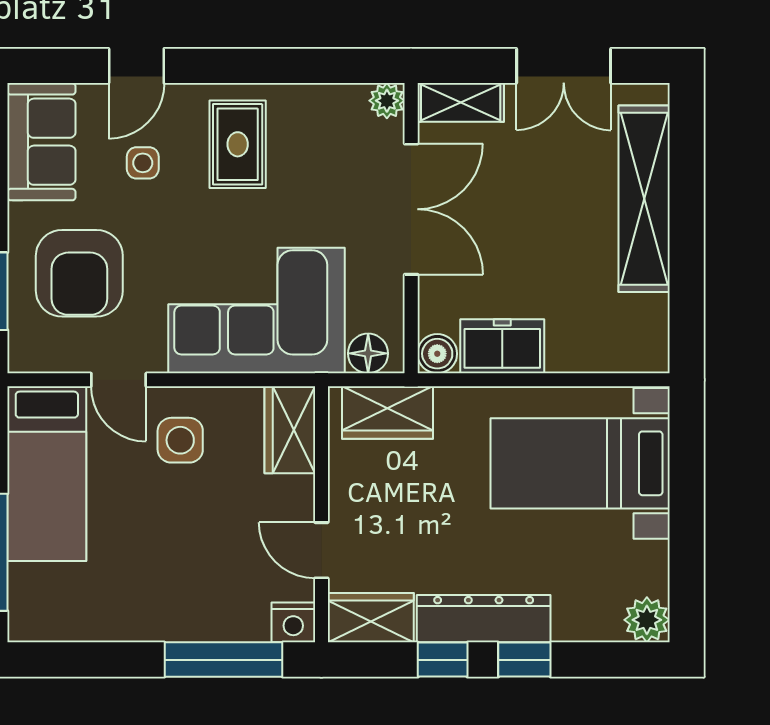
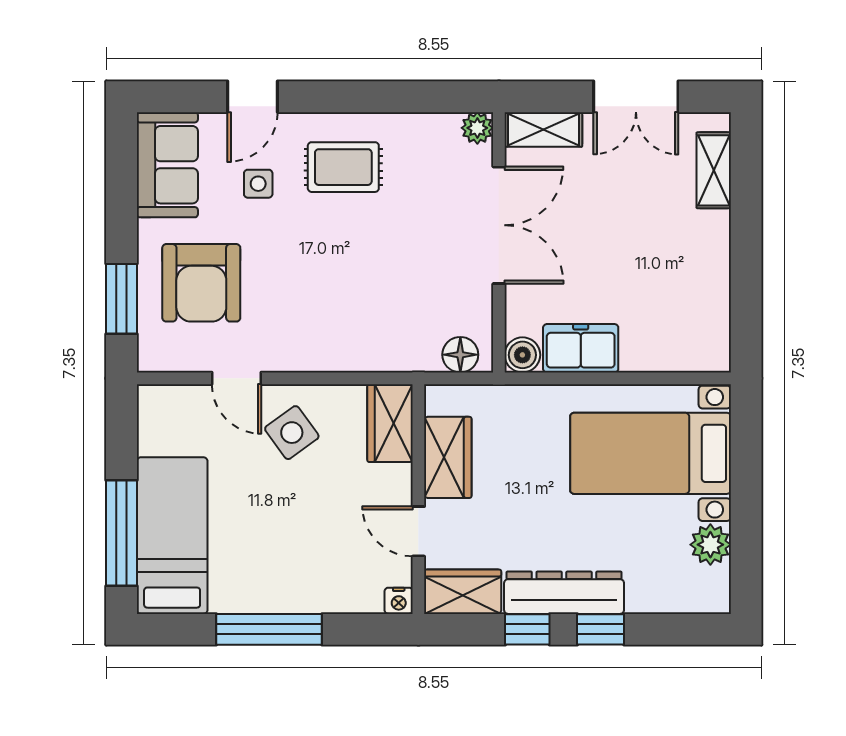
rug: (238, 144) -> (343, 167), turned 90
shelving: (644, 199) -> (714, 170), width x0.45, depth x0.75
corner sofa: (257, 311) -> (360, 316), removed
wardrobe: (388, 413) -> (448, 457), moved, turned -90
side table: (180, 440) -> (292, 433), turned -36
bed: (47, 474) -> (172, 536), moved, turned 180
plant: (647, 620) -> (710, 545), moved
nightstand: (293, 622) -> (399, 601), width x0.72, depth x0.74
window: (224, 660) -> (269, 629), moved

